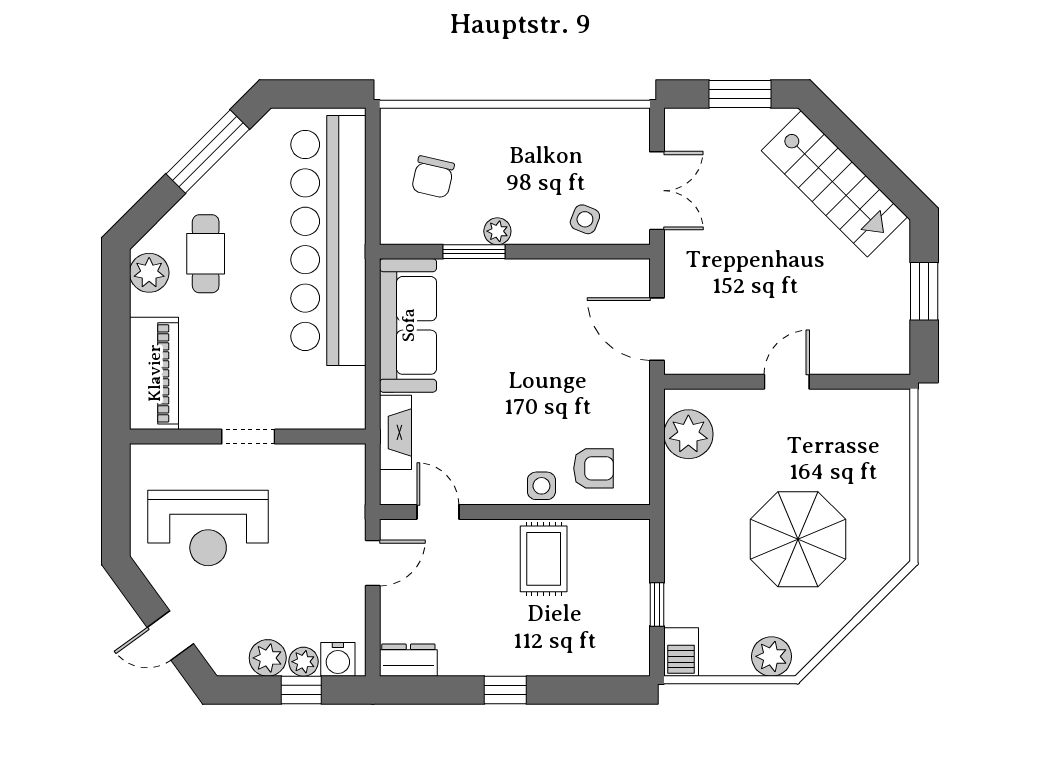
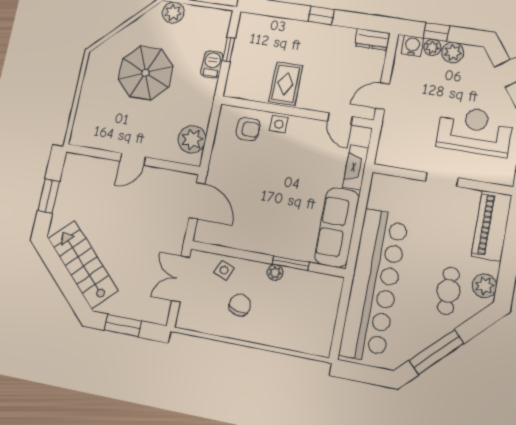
chair: (433, 177) -> (240, 305), moved
armchair: (593, 468) -> (248, 129), turned 180
barbecue: (681, 652) -> (212, 64), moved

